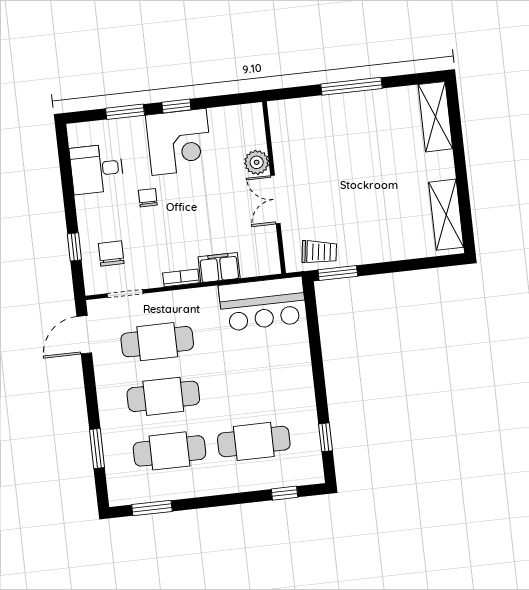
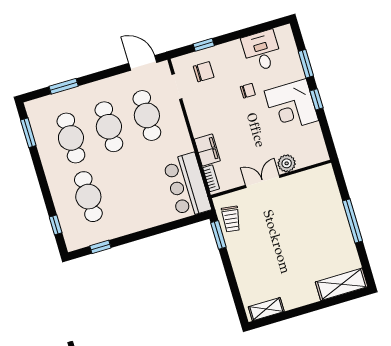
shelving: (446, 215) -> (266, 309), width x0.67, depth x0.75
bookcase: (181, 278) -> (211, 178), moved

